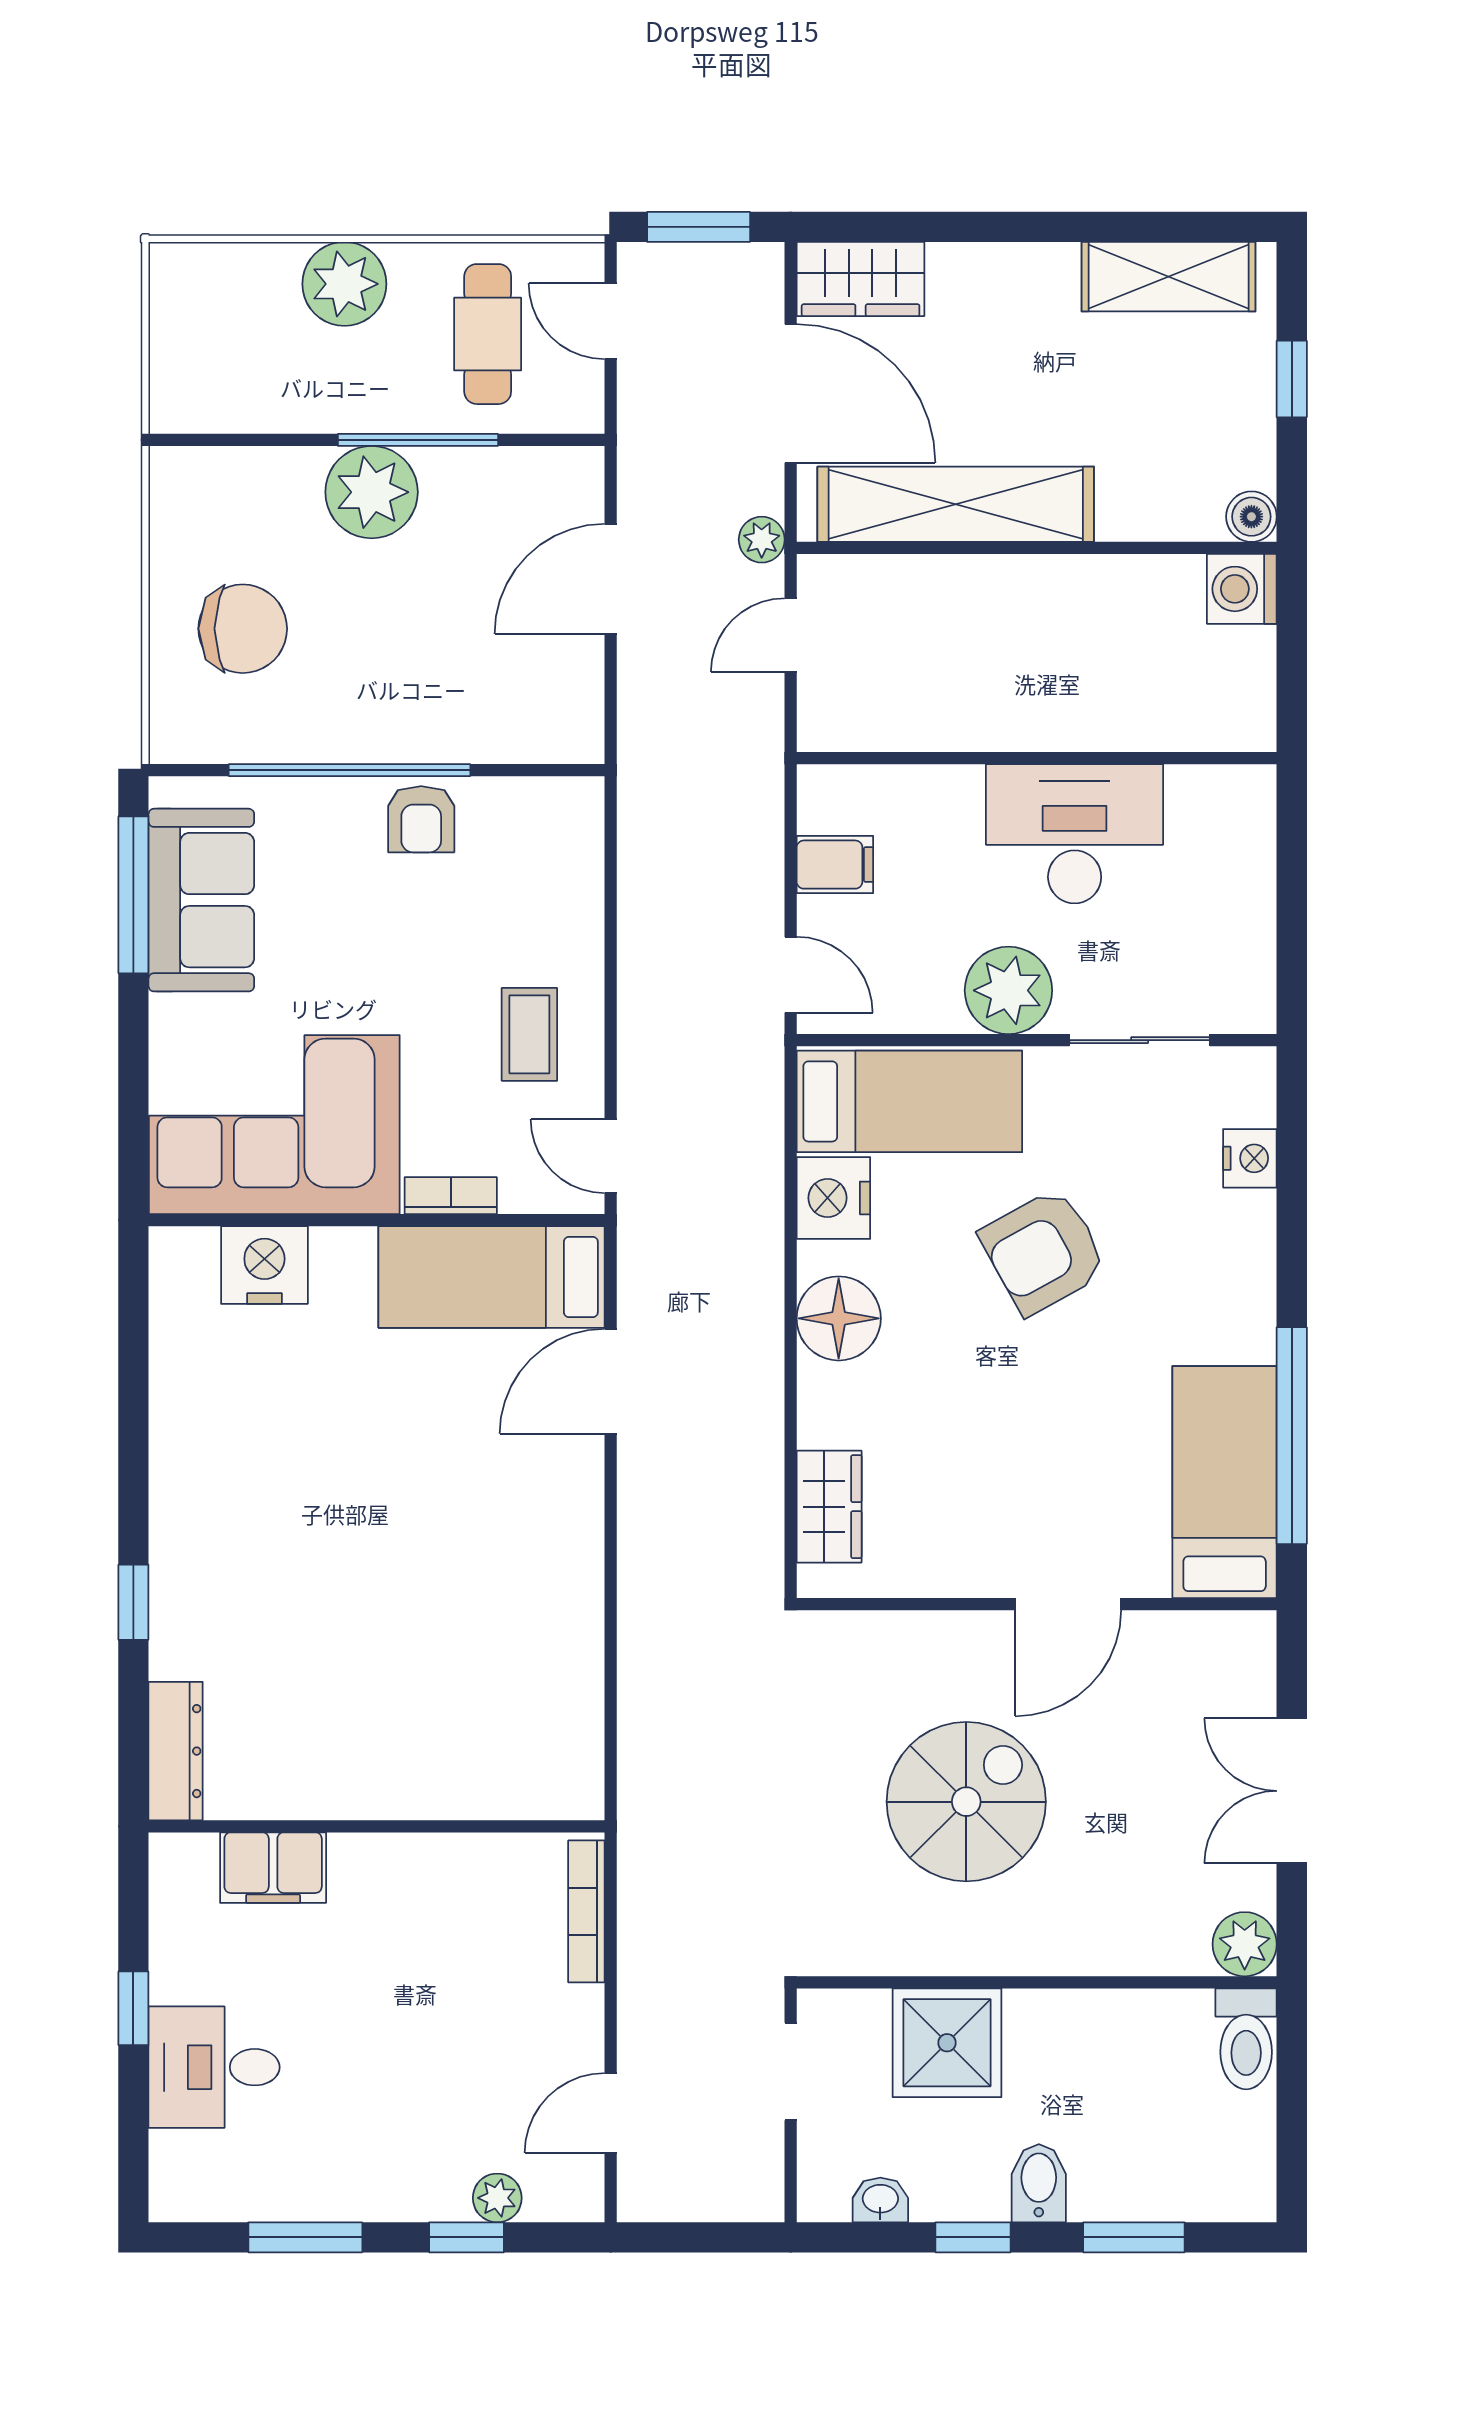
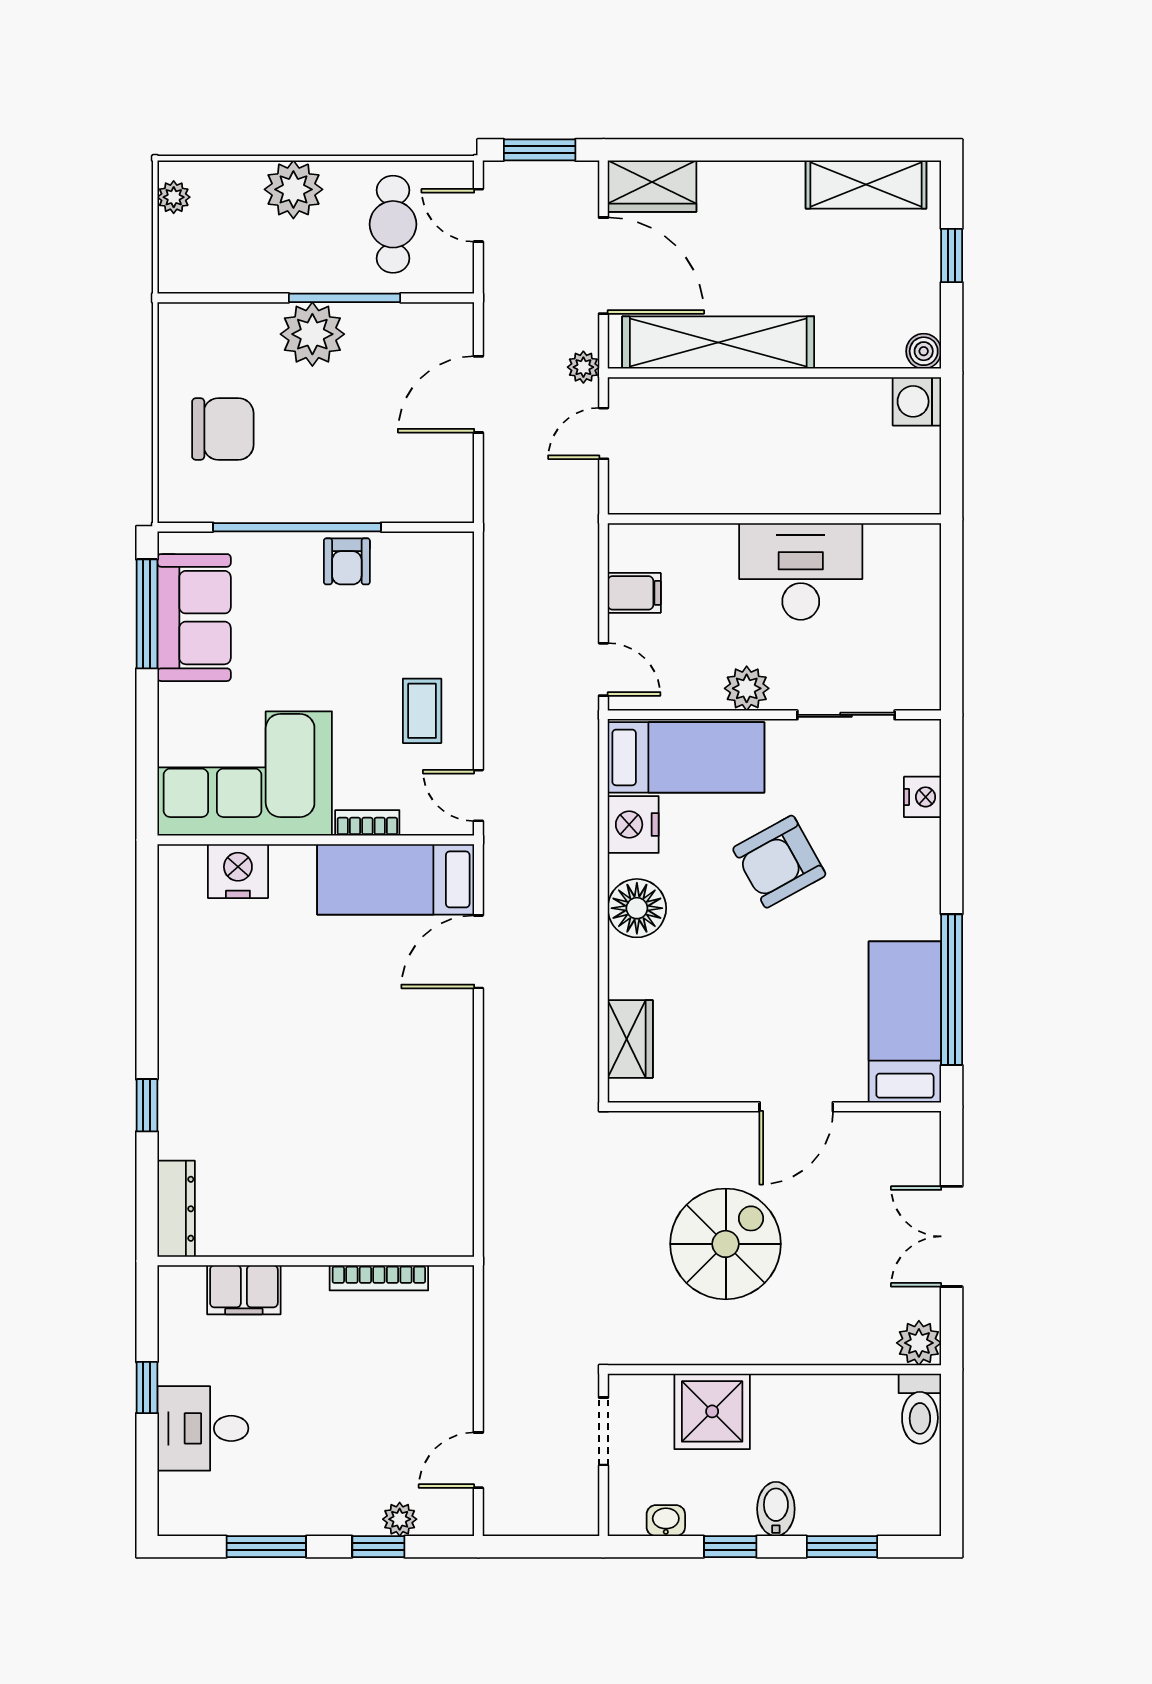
plant: (172, 295) -> (174, 197), added
plant: (1008, 990) -> (747, 688), width x0.73, depth x0.73
bookcase: (586, 1911) -> (379, 1278), moved, turned -90

